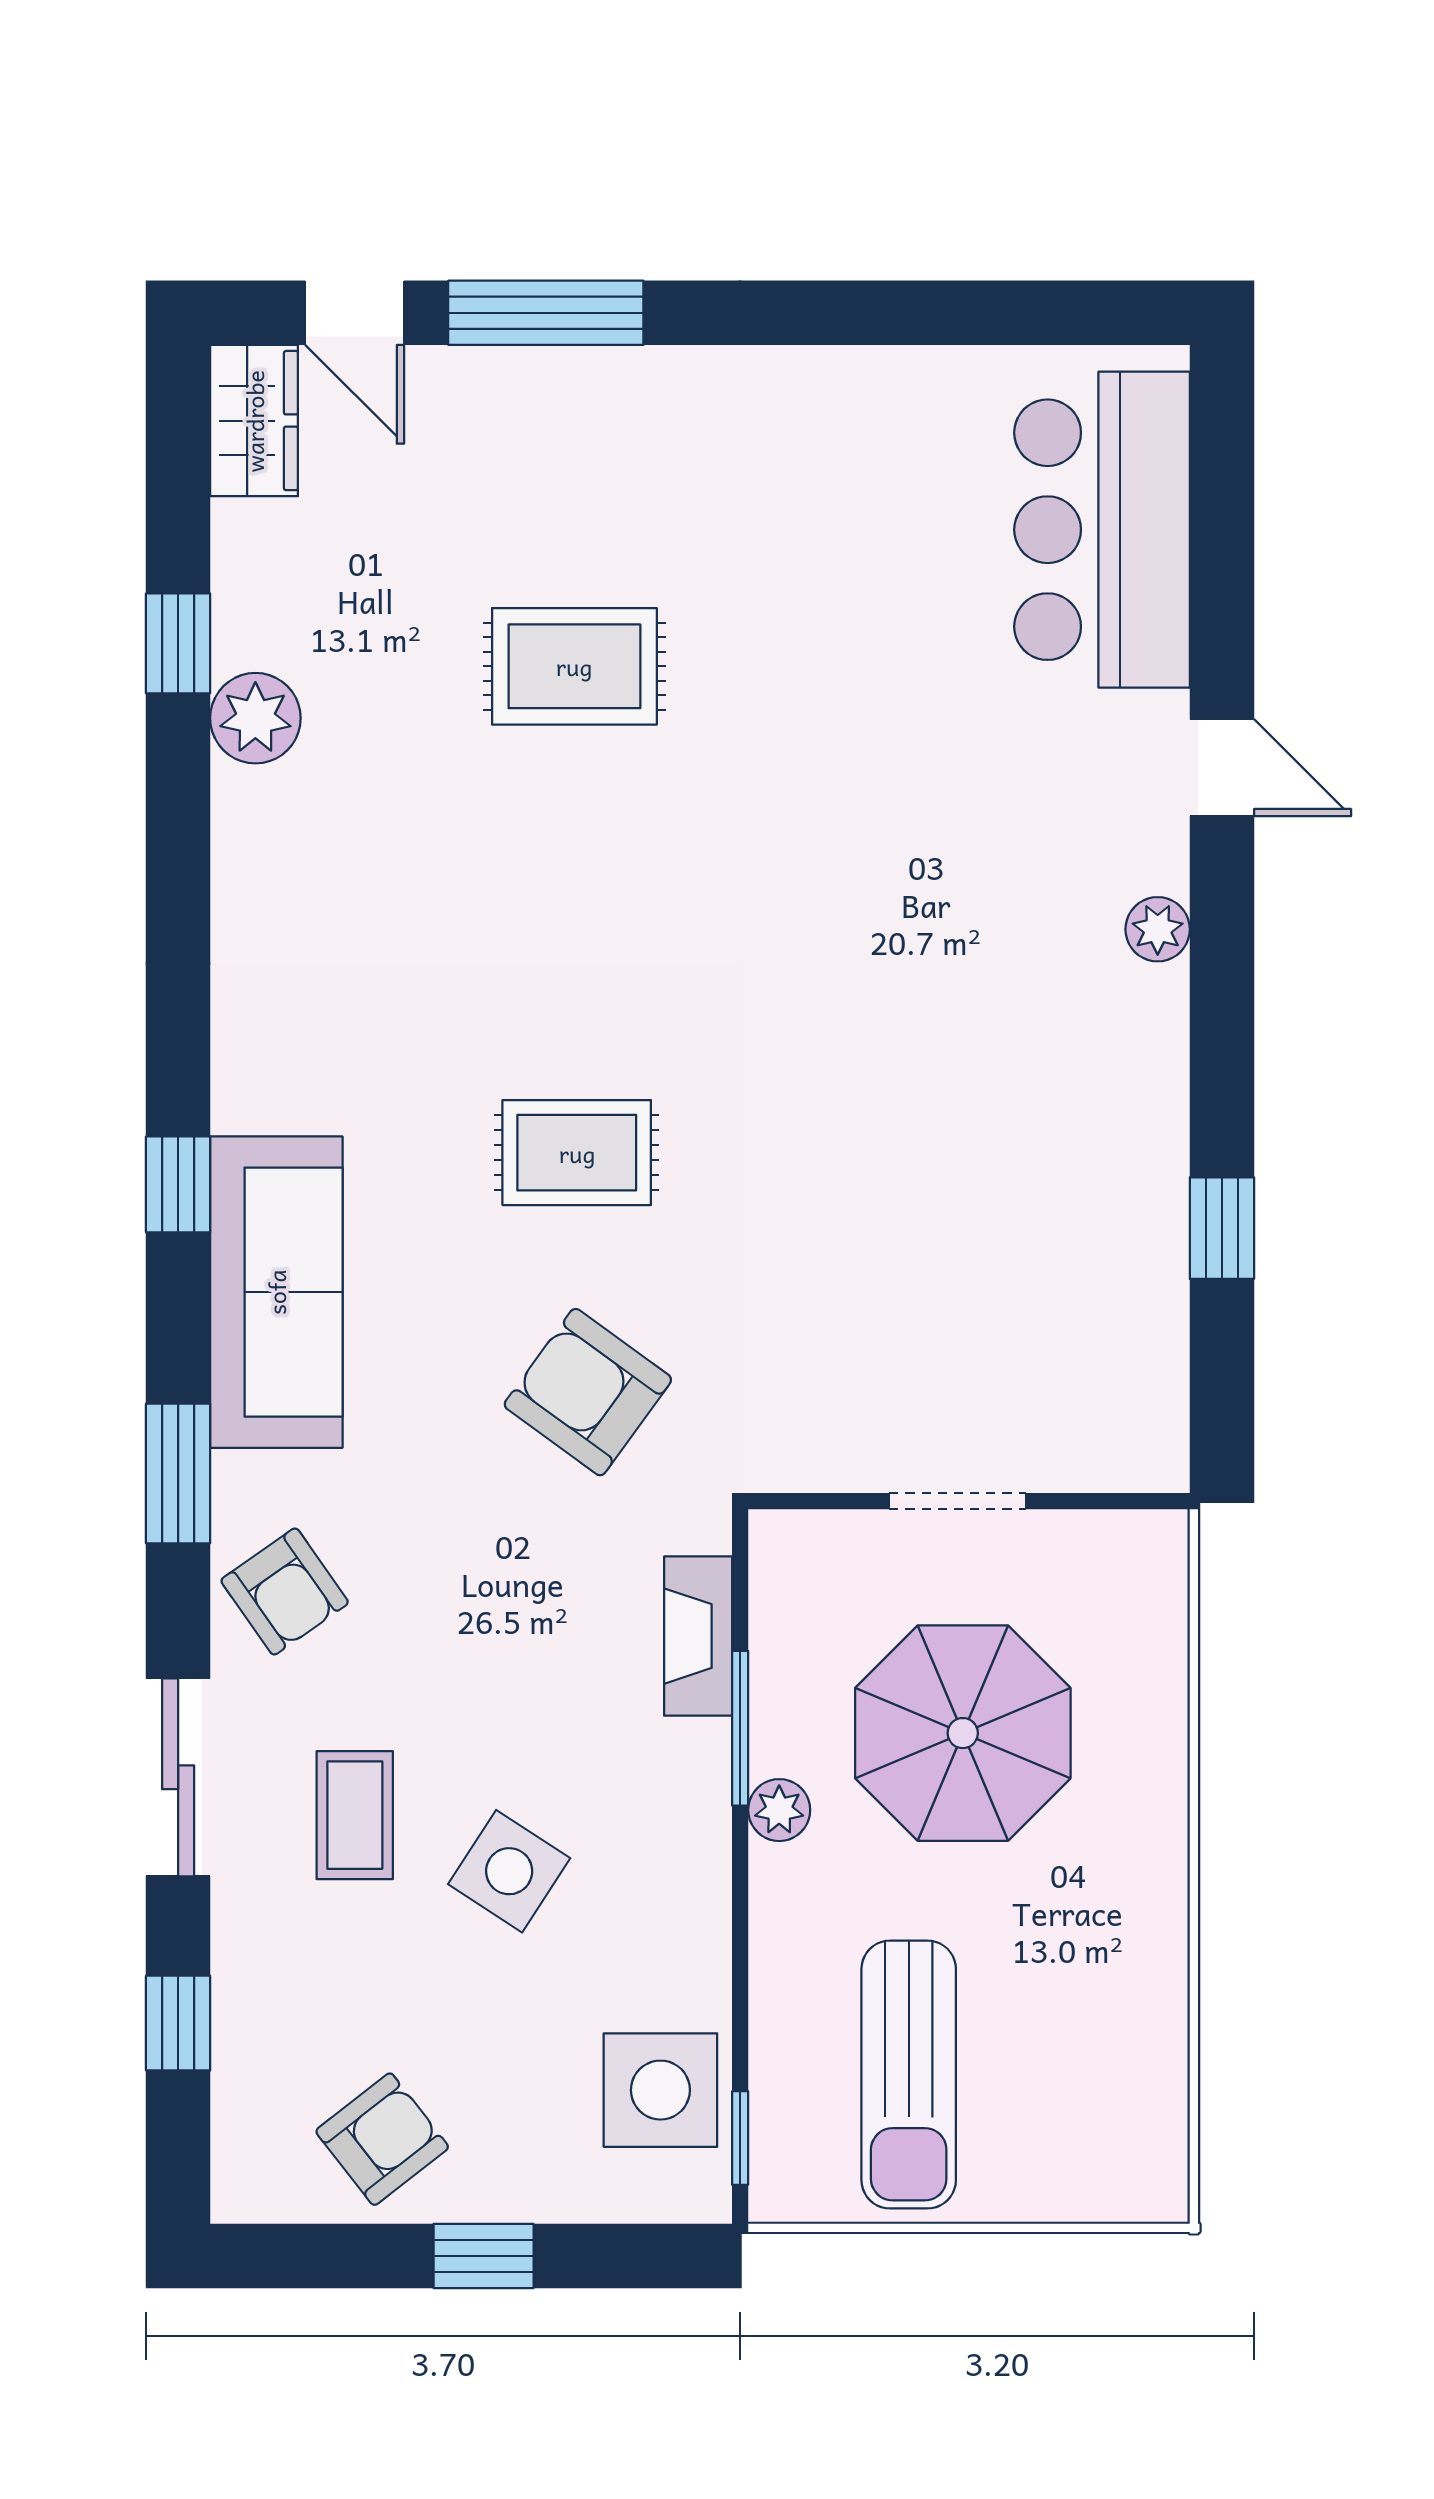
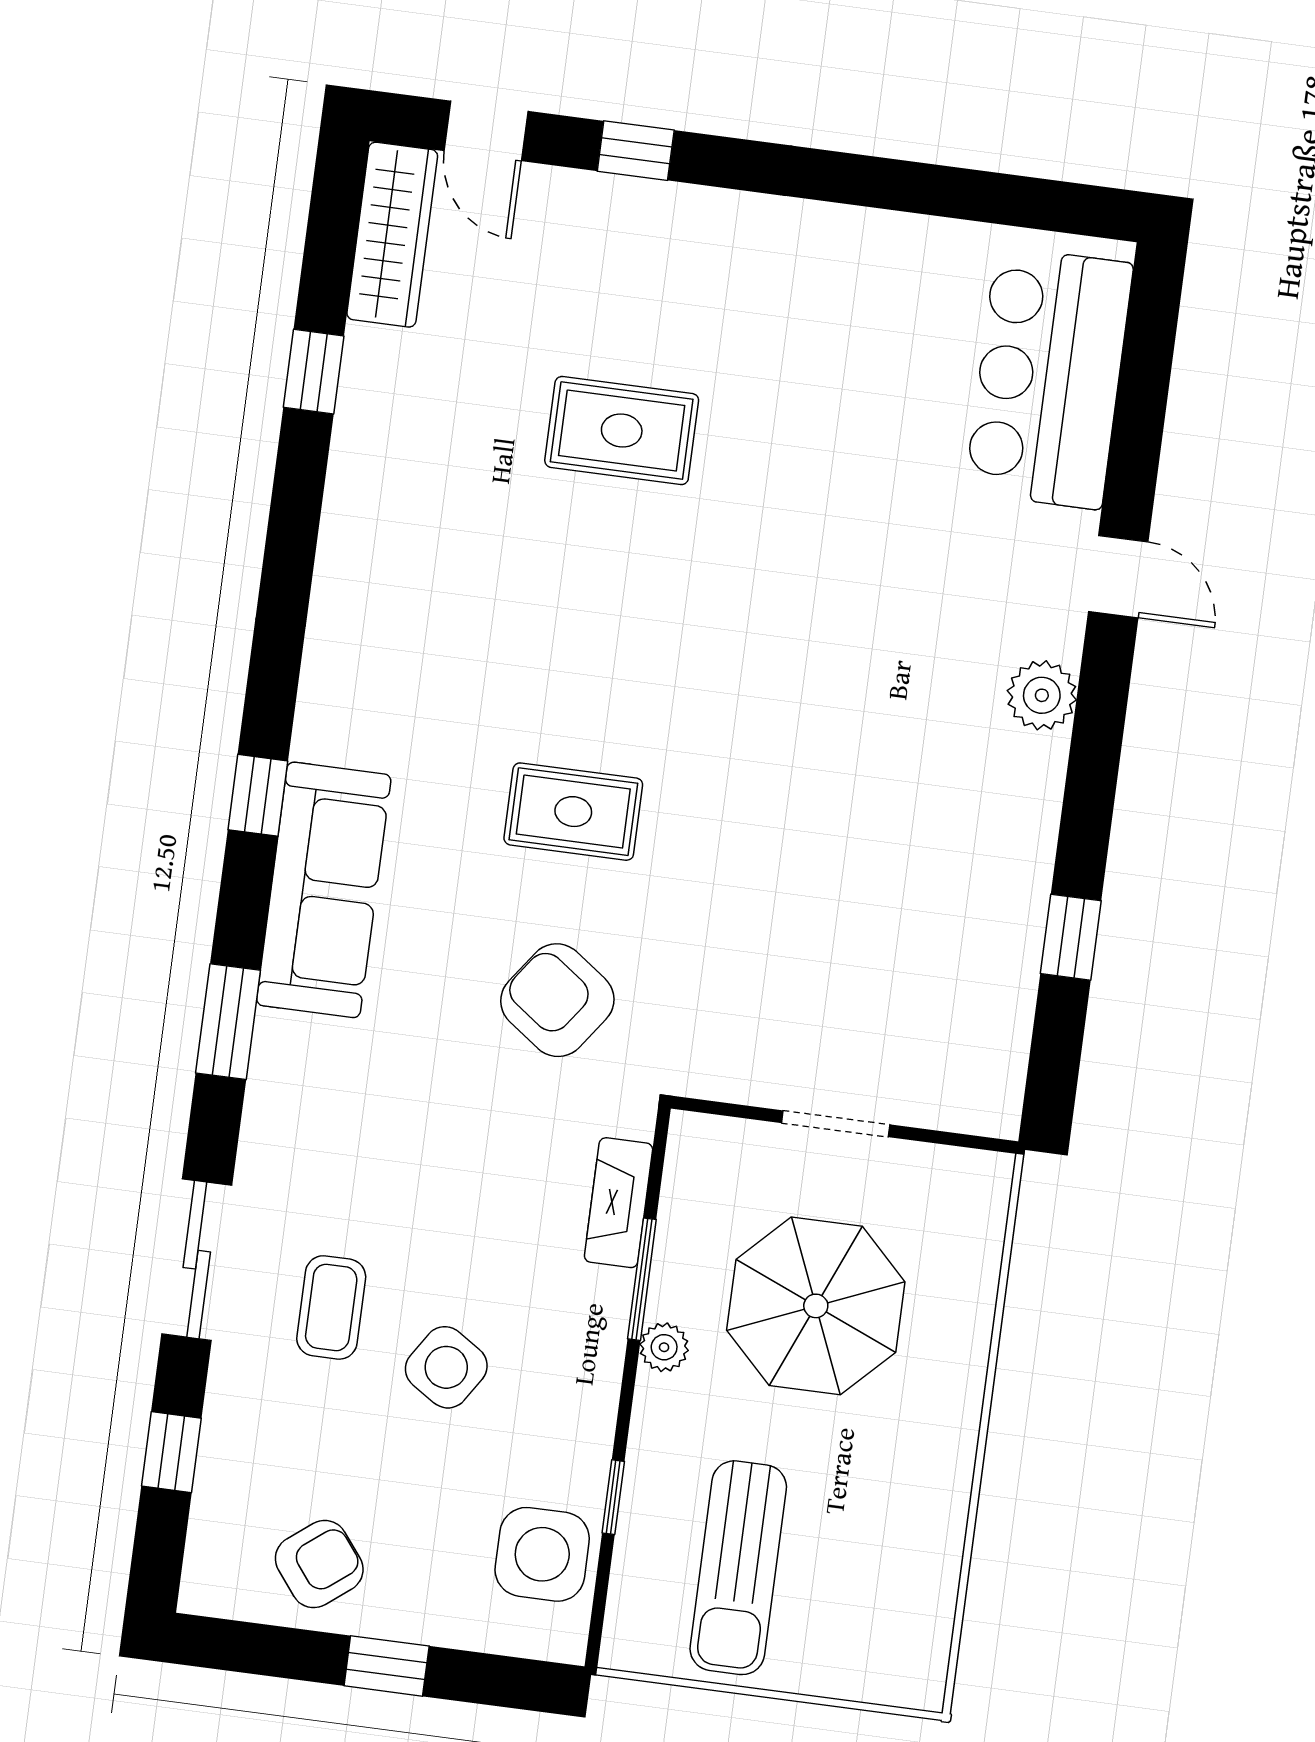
window: (546, 313) -> (636, 151), width x0.46
wardrobe: (254, 421) -> (392, 235), width x1.50
plant: (255, 718) -> (367, 438), removed
plant: (1158, 929) -> (1042, 695), width x1.38, depth x1.38
armchair: (285, 1592) -> (299, 1125), removed
window: (740, 2138) -> (613, 1497), moved

